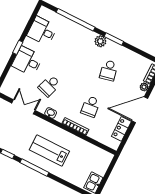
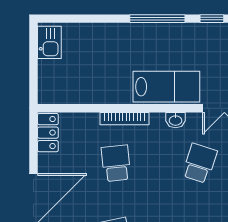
locker: (121, 129) -> (48, 133), moved
lab bench: (49, 150) -> (166, 87), moved

